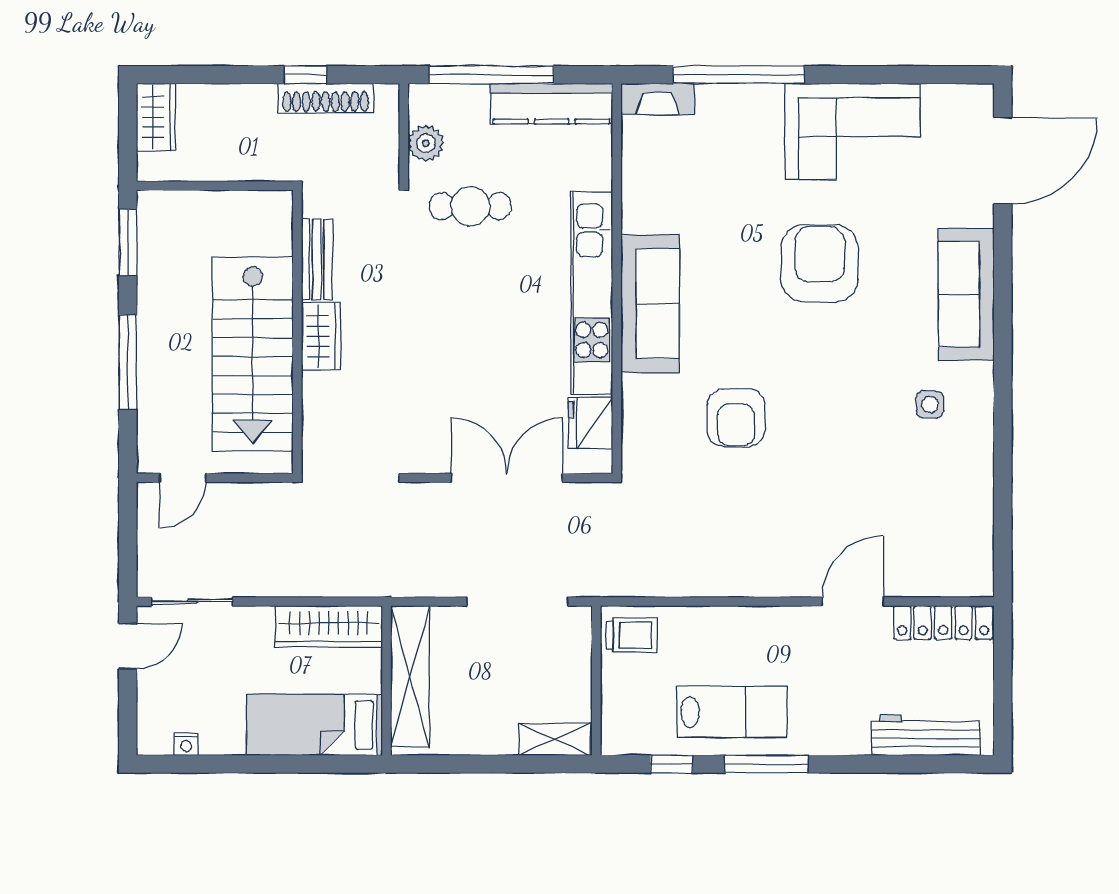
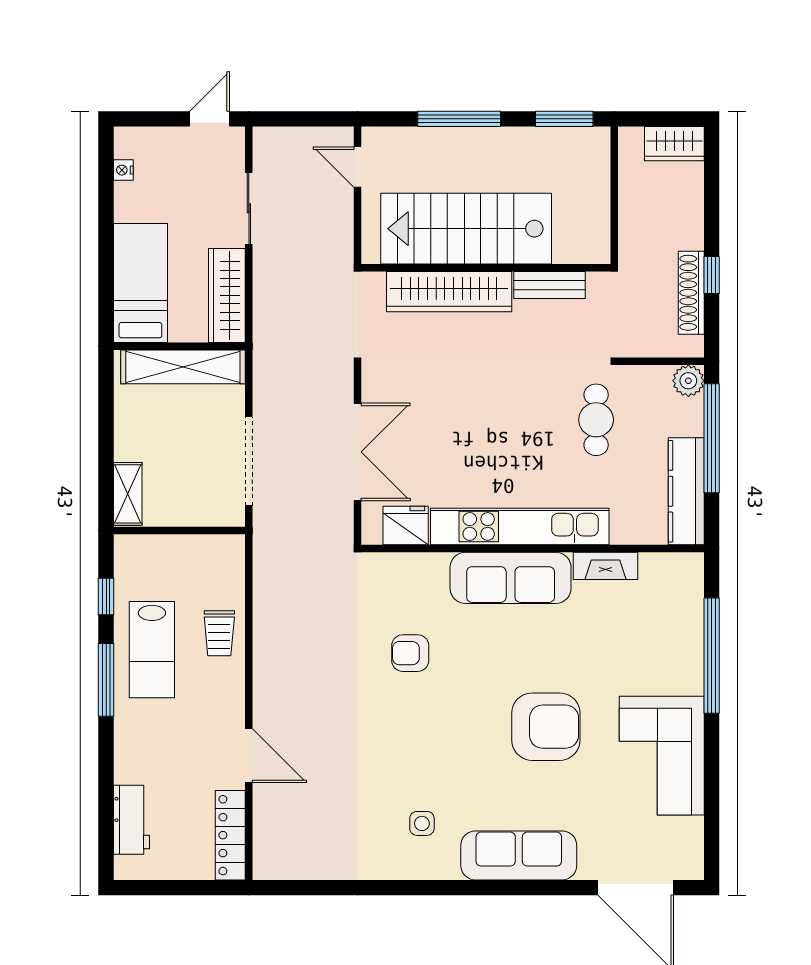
fireplace: (658, 99) -> (606, 566), moved, turned -90
plant: (426, 143) -> (688, 381), moved
wardrobe: (321, 336) -> (449, 292), width x2.10, depth x1.17
armchair: (736, 418) -> (410, 653), width x0.72, depth x0.72
sliding door: (192, 602) -> (249, 208), moved
trolley: (632, 635) -> (219, 633), moved
door: (128, 646) -> (210, 119), swing flipped
workbench: (926, 735) -> (131, 820), width x0.73

